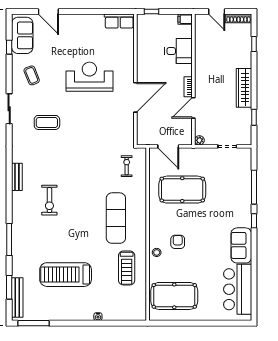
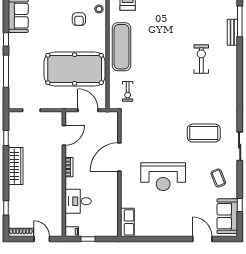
window: (152, 12) -> (88, 239), moved
row of seats: (119, 21) -> (127, 222), moved, turned 90
door: (193, 108) -> (64, 135), moved
coffee table: (47, 122) -> (204, 133), width x1.36, depth x1.32
plant: (199, 140) -> (58, 116), removed
bench: (17, 177) -> (232, 32), moved
pool table: (182, 190) -> (75, 69), width x1.36, depth x1.32
exercise mat: (116, 218) -> (121, 47), moved

